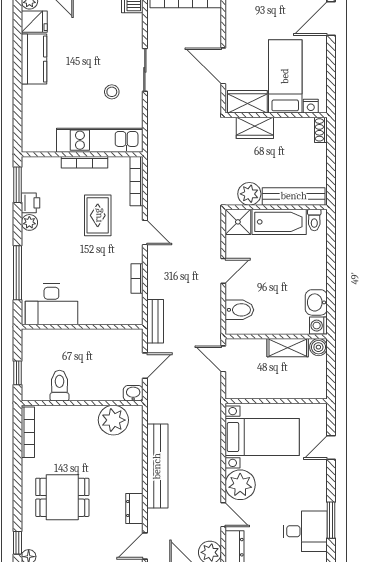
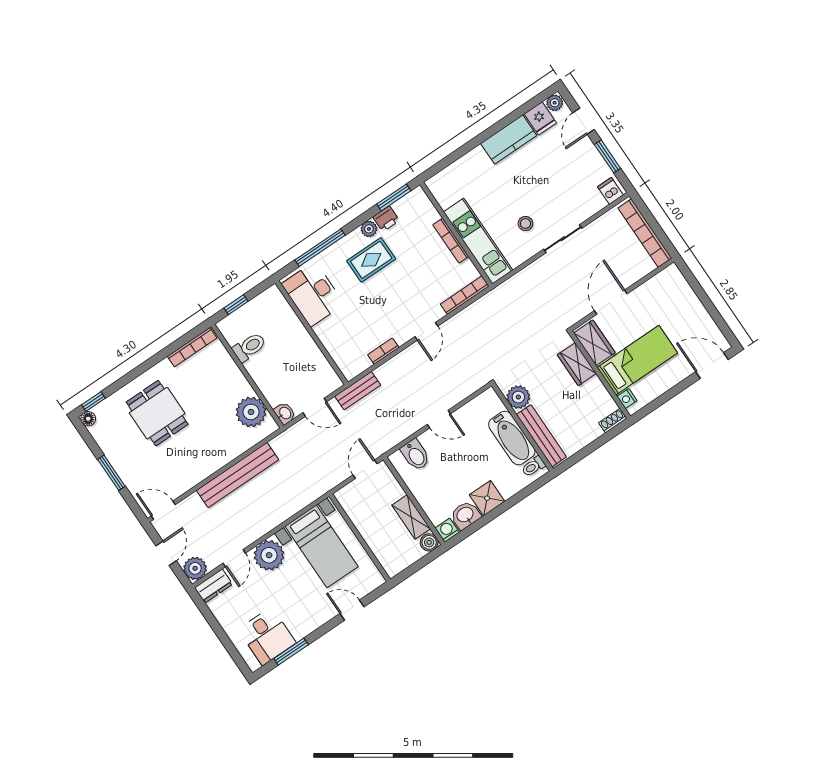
rug: (98, 215) -> (371, 260), moved
shower: (238, 222) -> (487, 498), moved
dresser: (134, 509) -> (189, 480), removed

